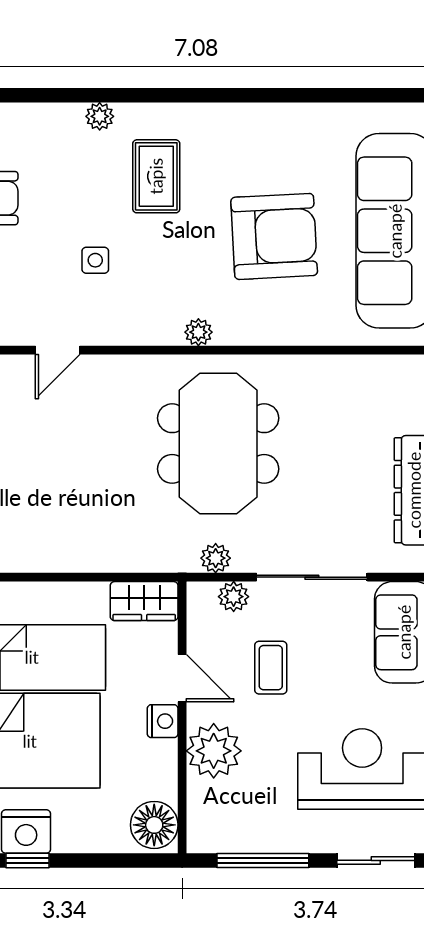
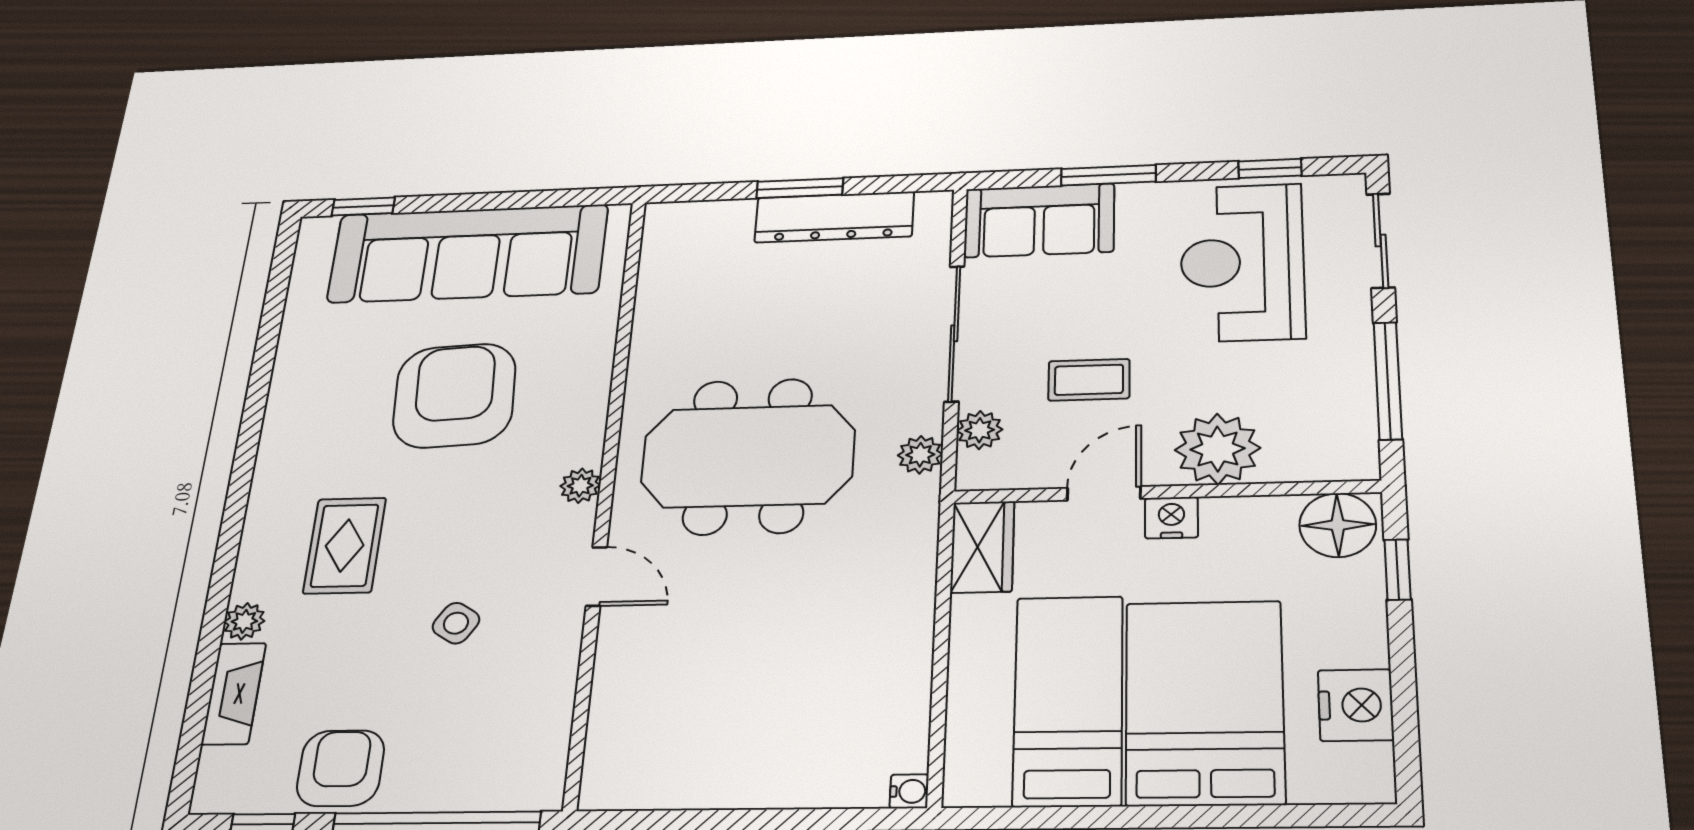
fireplace: (46, 118) -> (234, 694), added
rug: (156, 176) -> (345, 546), turned 90
side table: (95, 260) -> (456, 623), turned 33
door: (58, 350) -> (596, 576), moved
window: (27, 860) -> (1398, 570), moved

